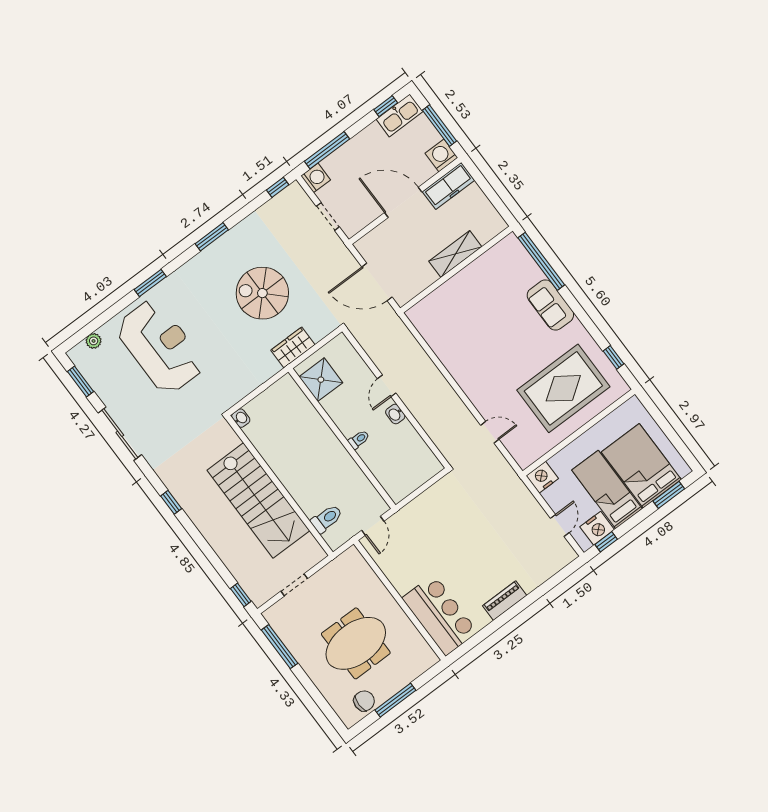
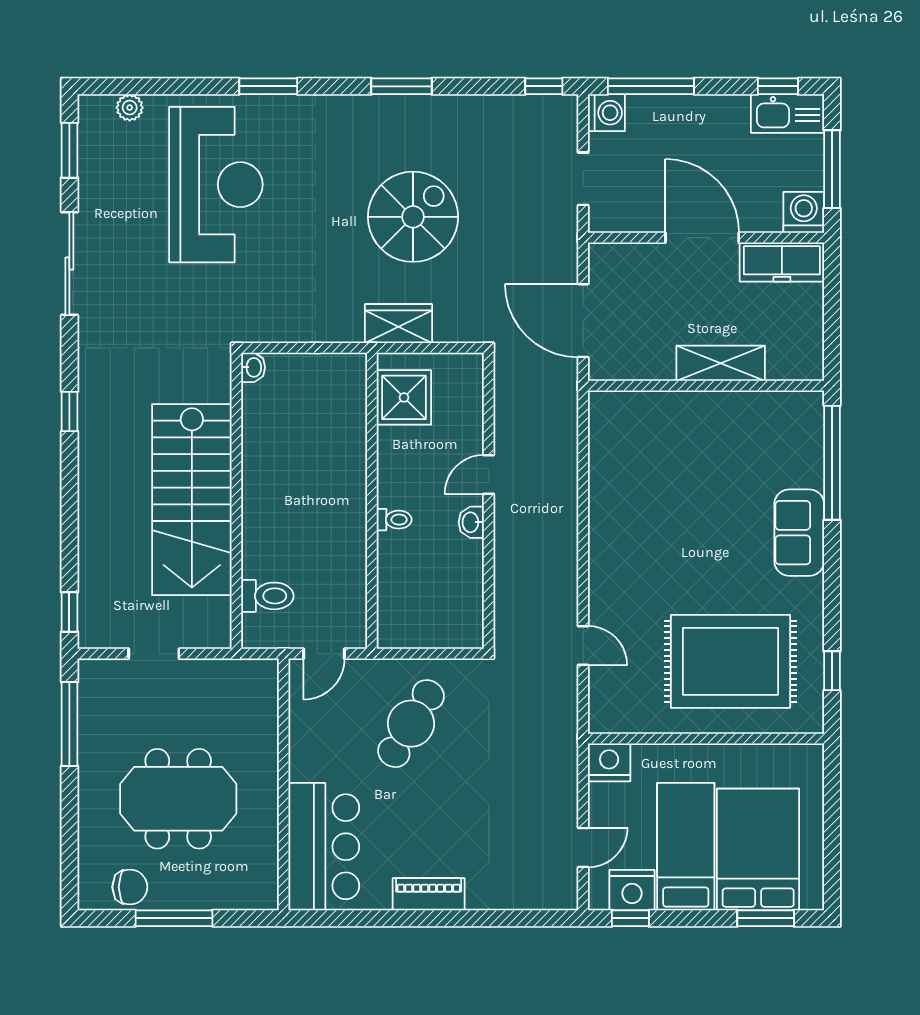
spiral stairs: (262, 293) -> (413, 217), turned 90
cafe table: (437, 528) -> (411, 724), added

